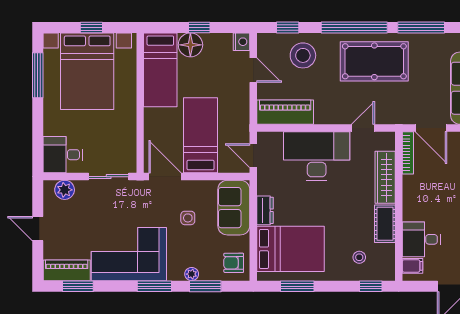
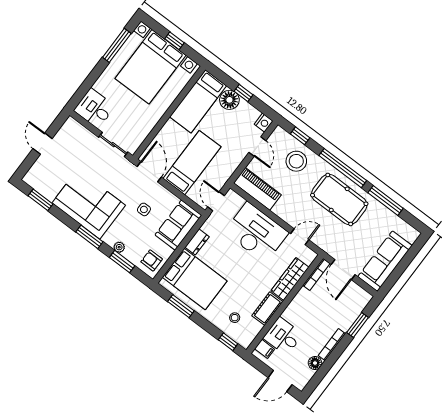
plant: (65, 190) -> (79, 132), removed
piano: (67, 270) -> (41, 184), removed

